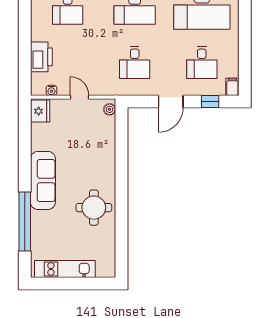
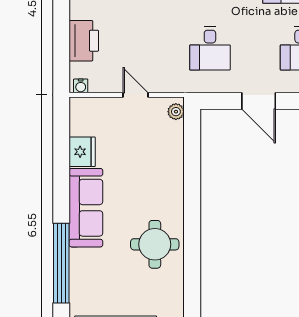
water cooler: (51, 90) -> (81, 86), moved
door: (171, 101) -> (259, 101), hinge flipped
fridge: (40, 111) -> (82, 152), moved

